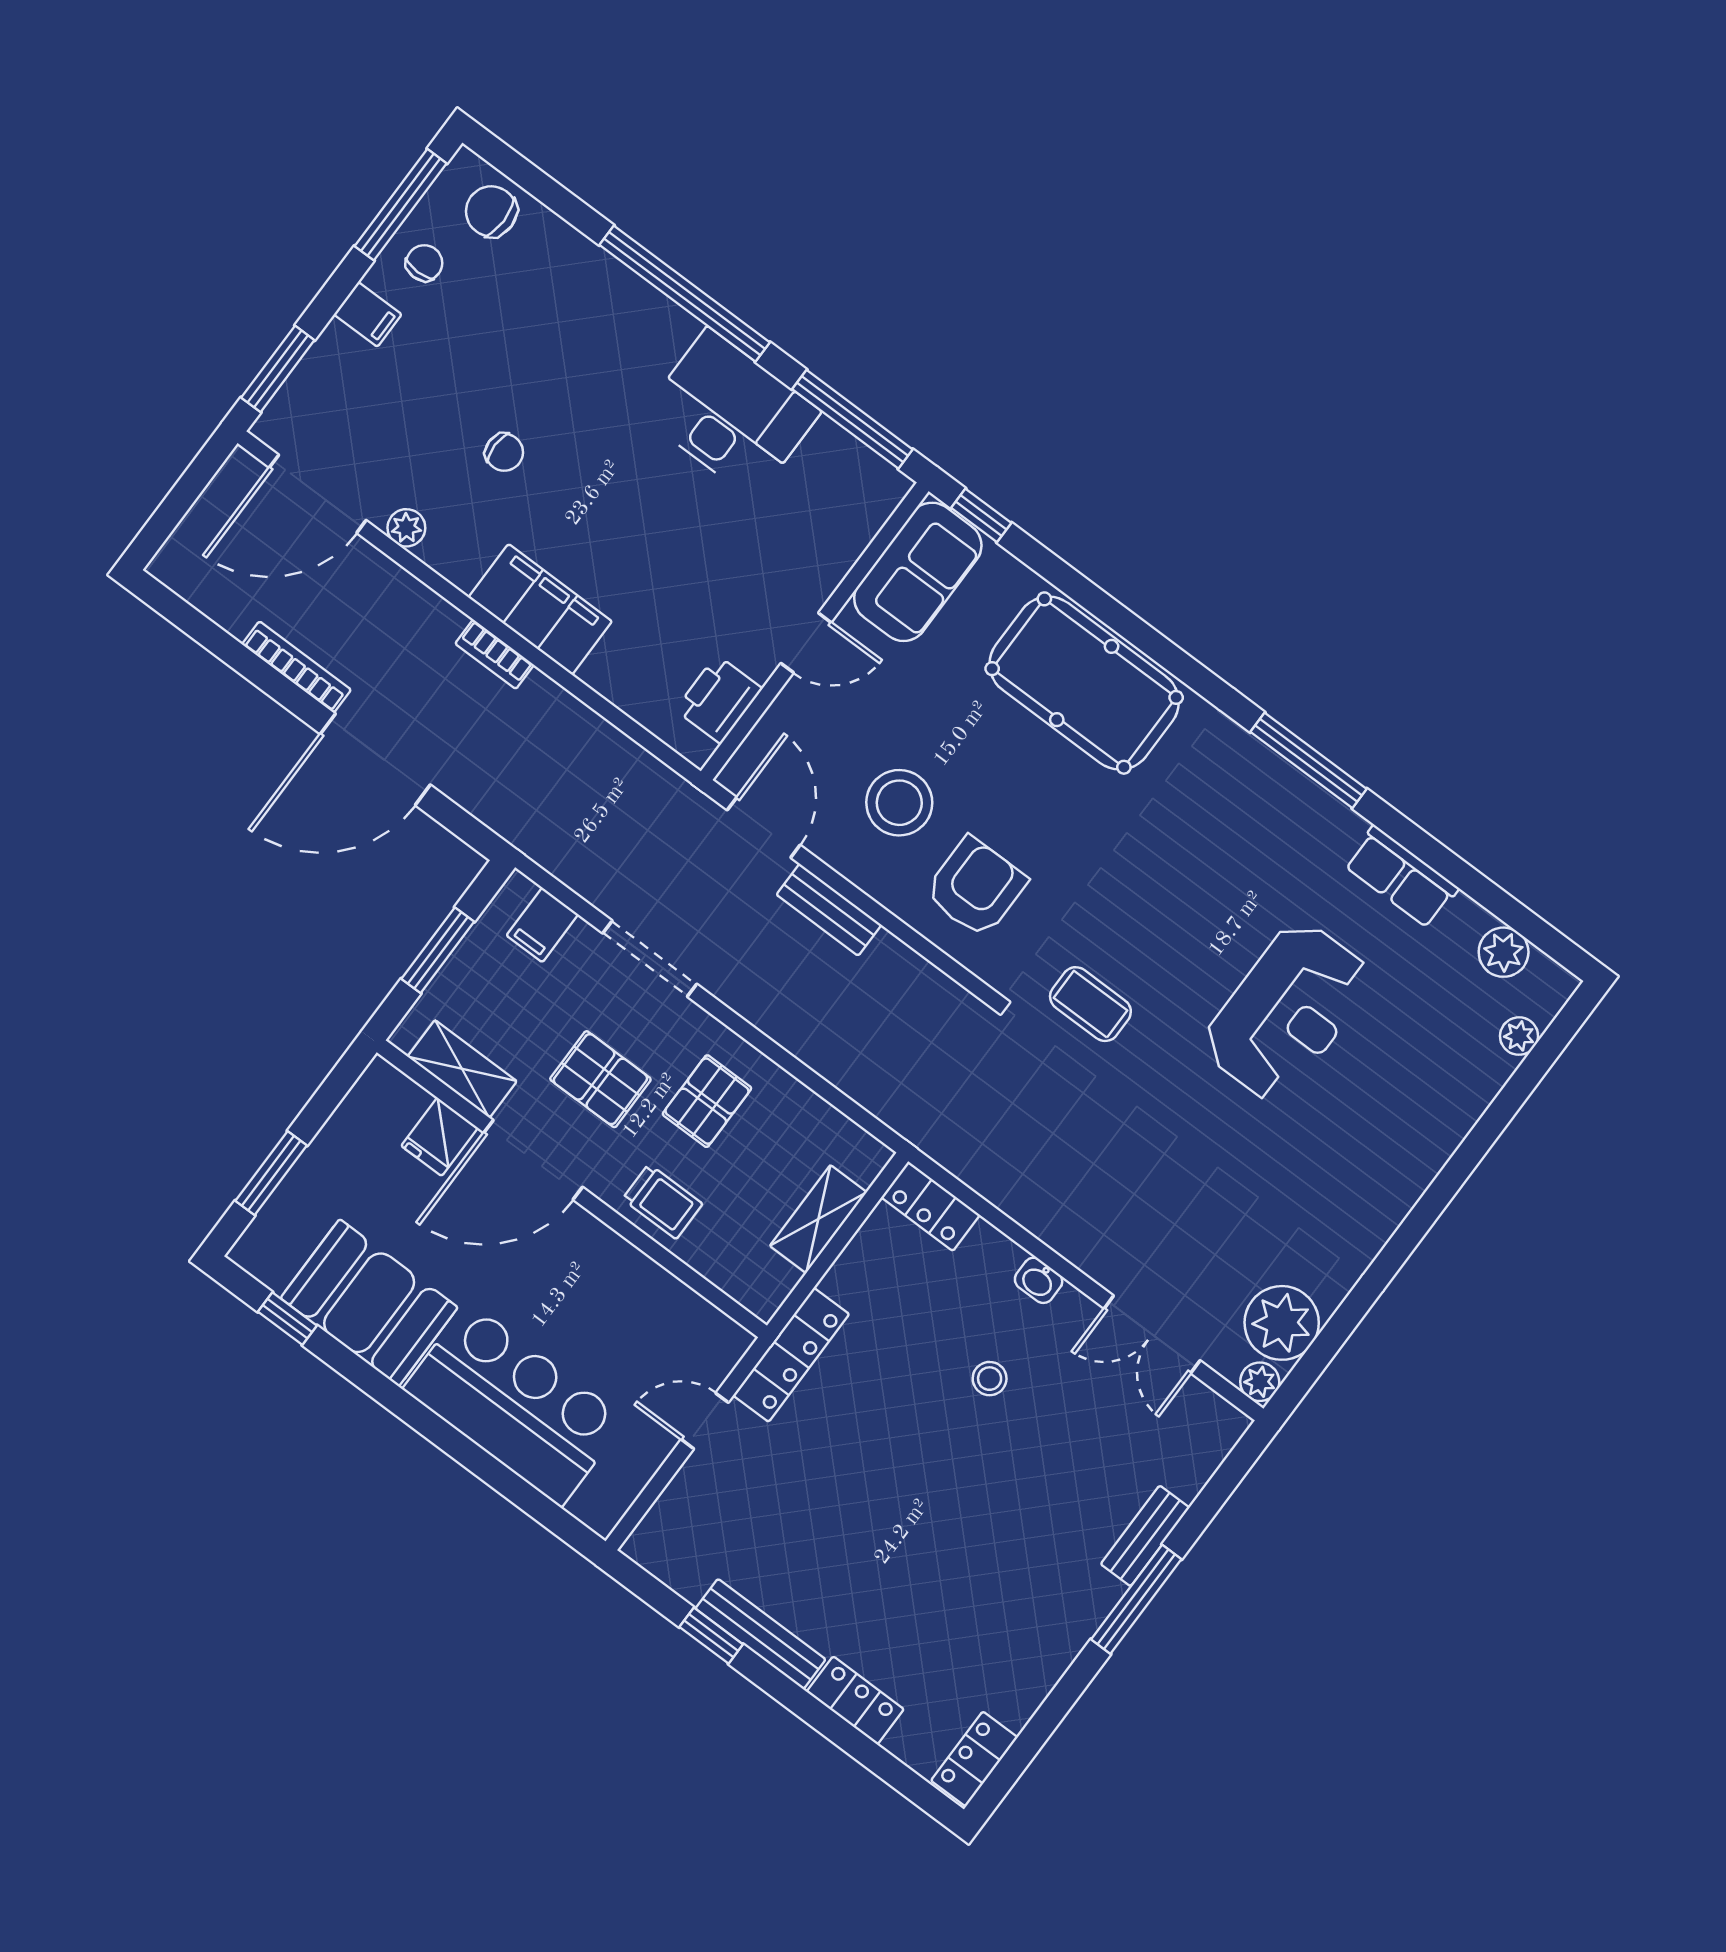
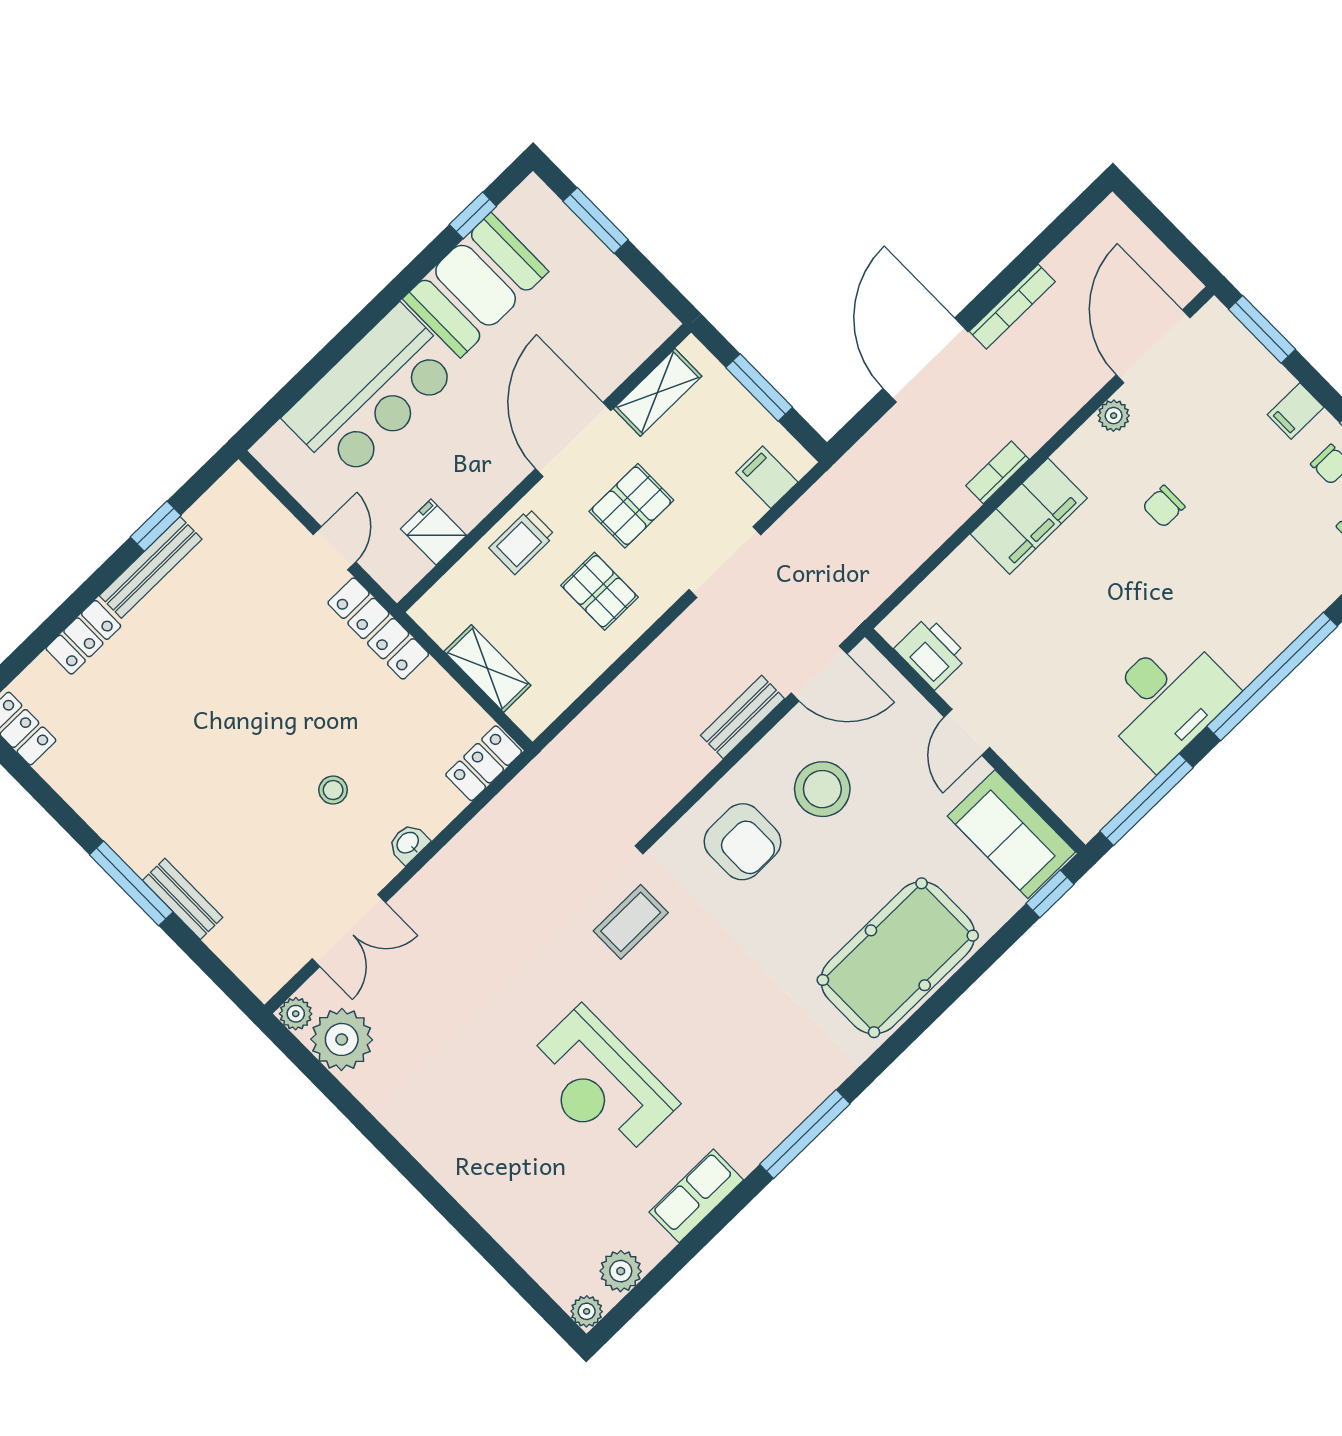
plant: (1519, 1036) -> (587, 1311), moved
fridge: (440, 1137) -> (434, 532), moved
double door: (1152, 1334) -> (349, 931), swing flipped

